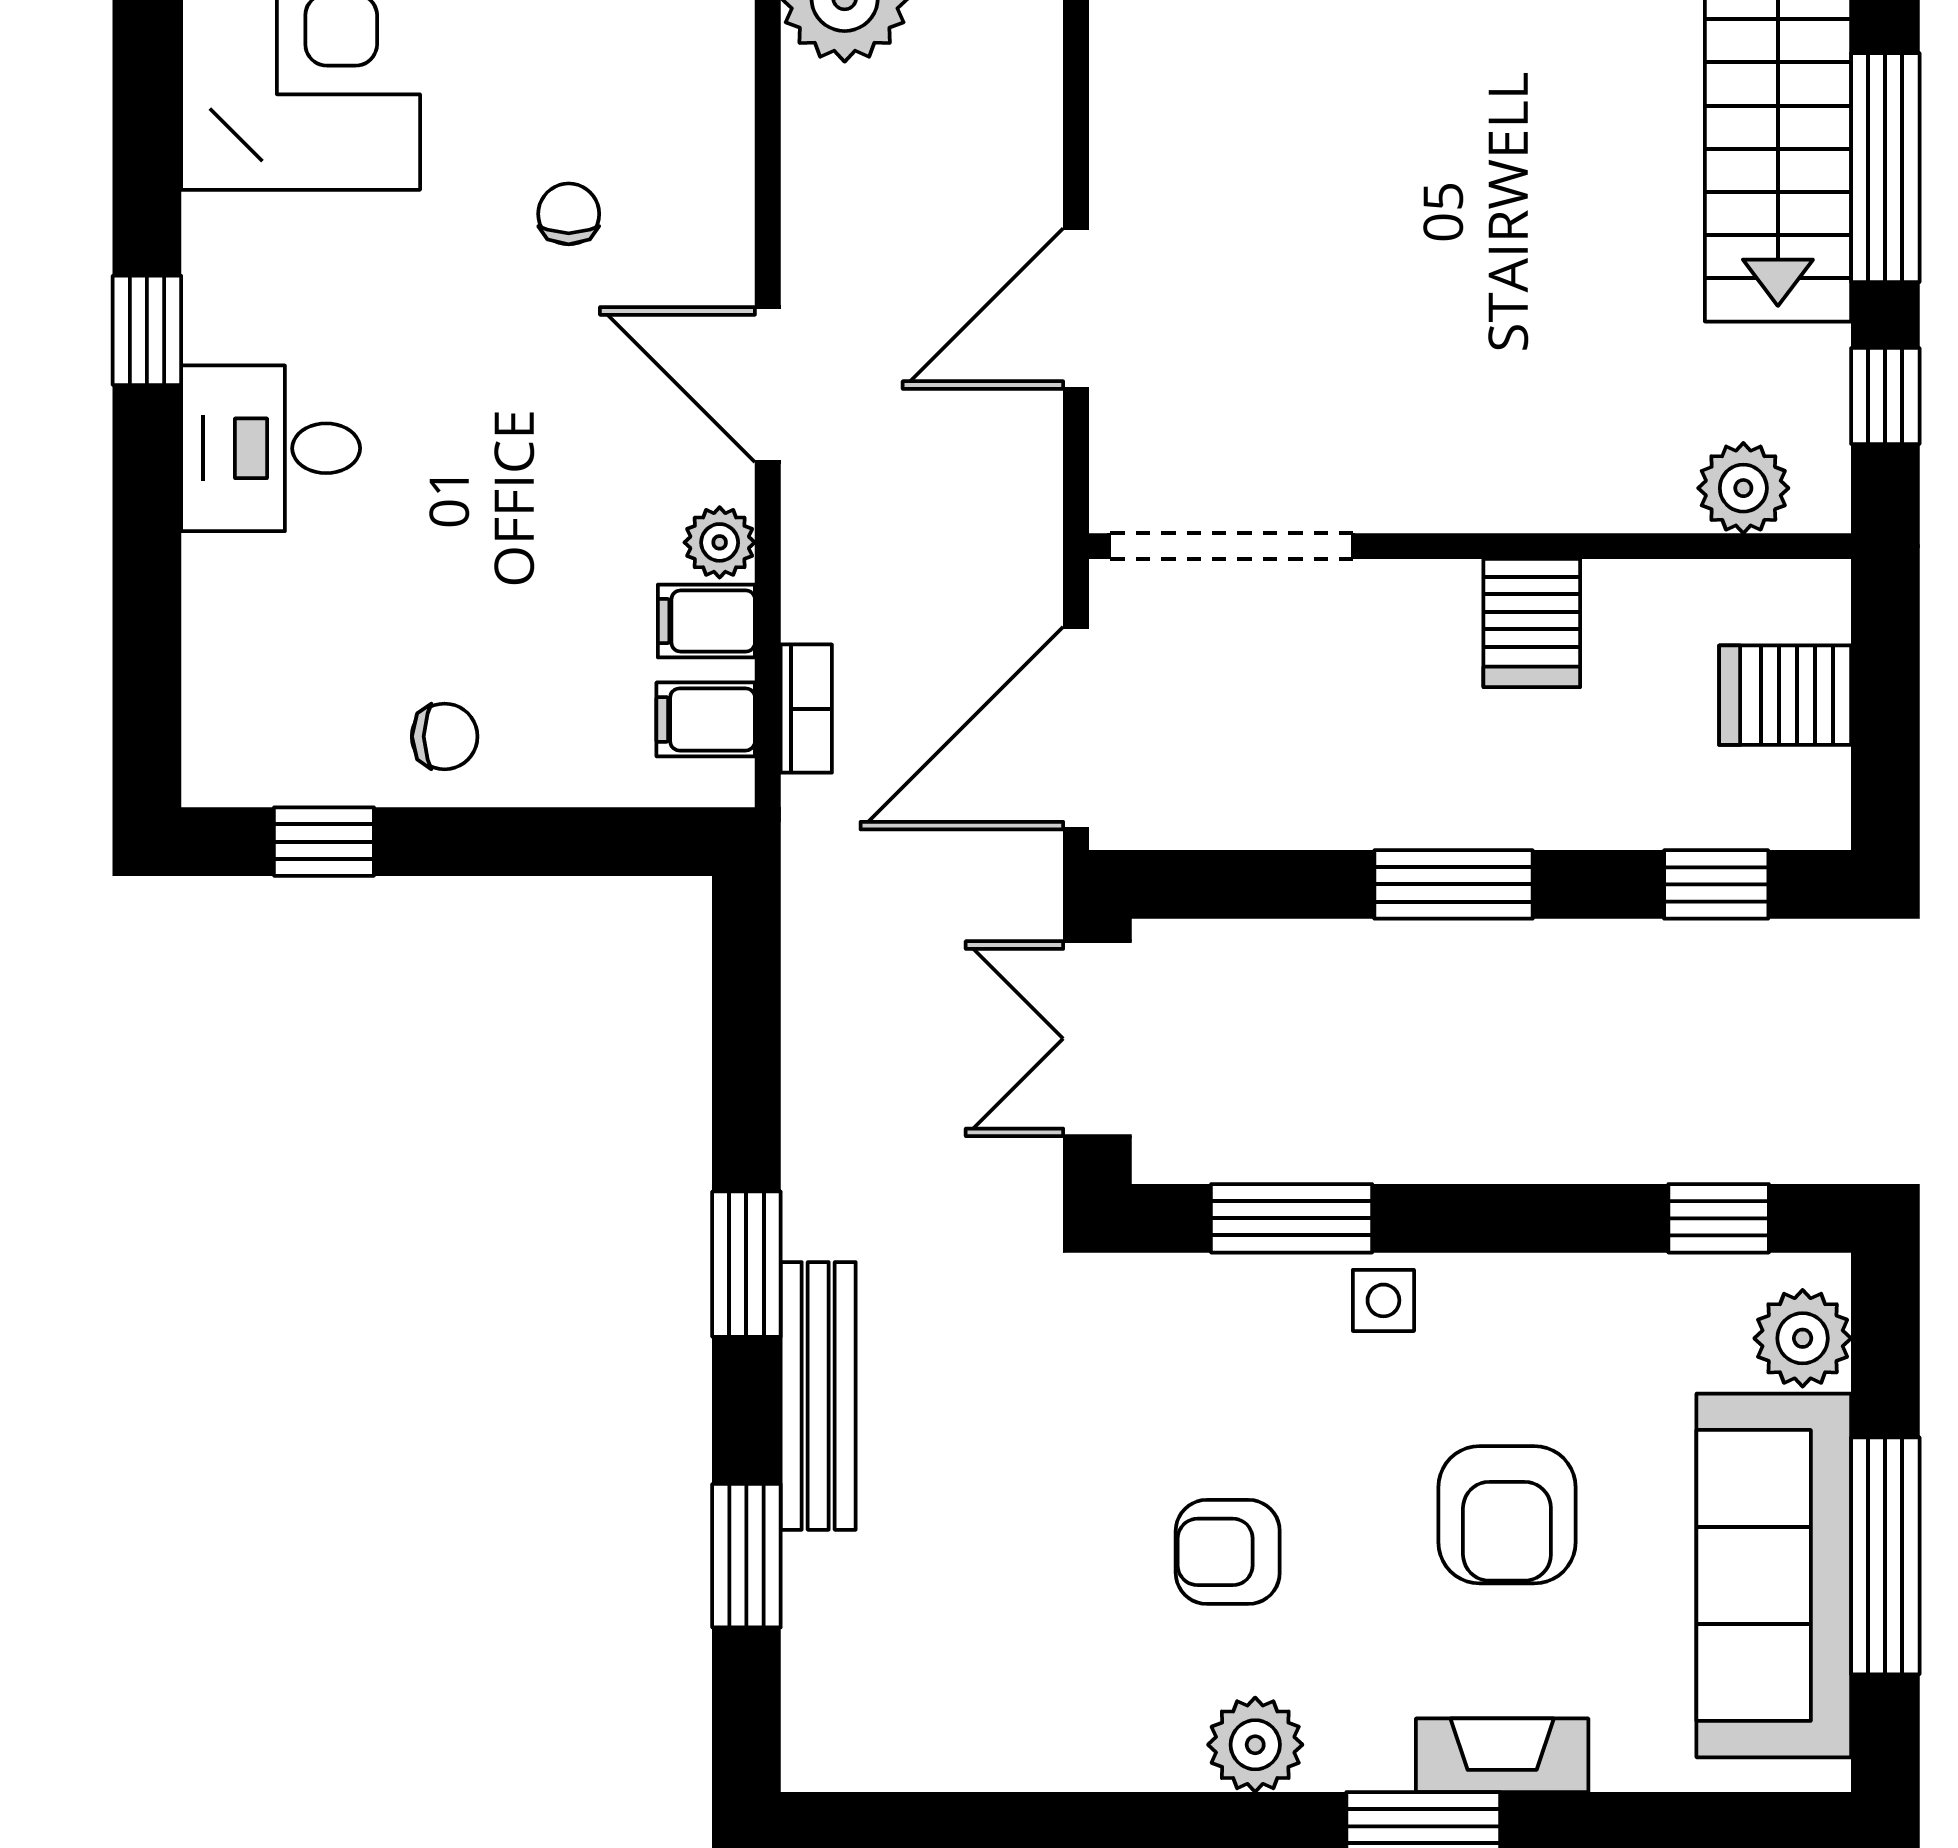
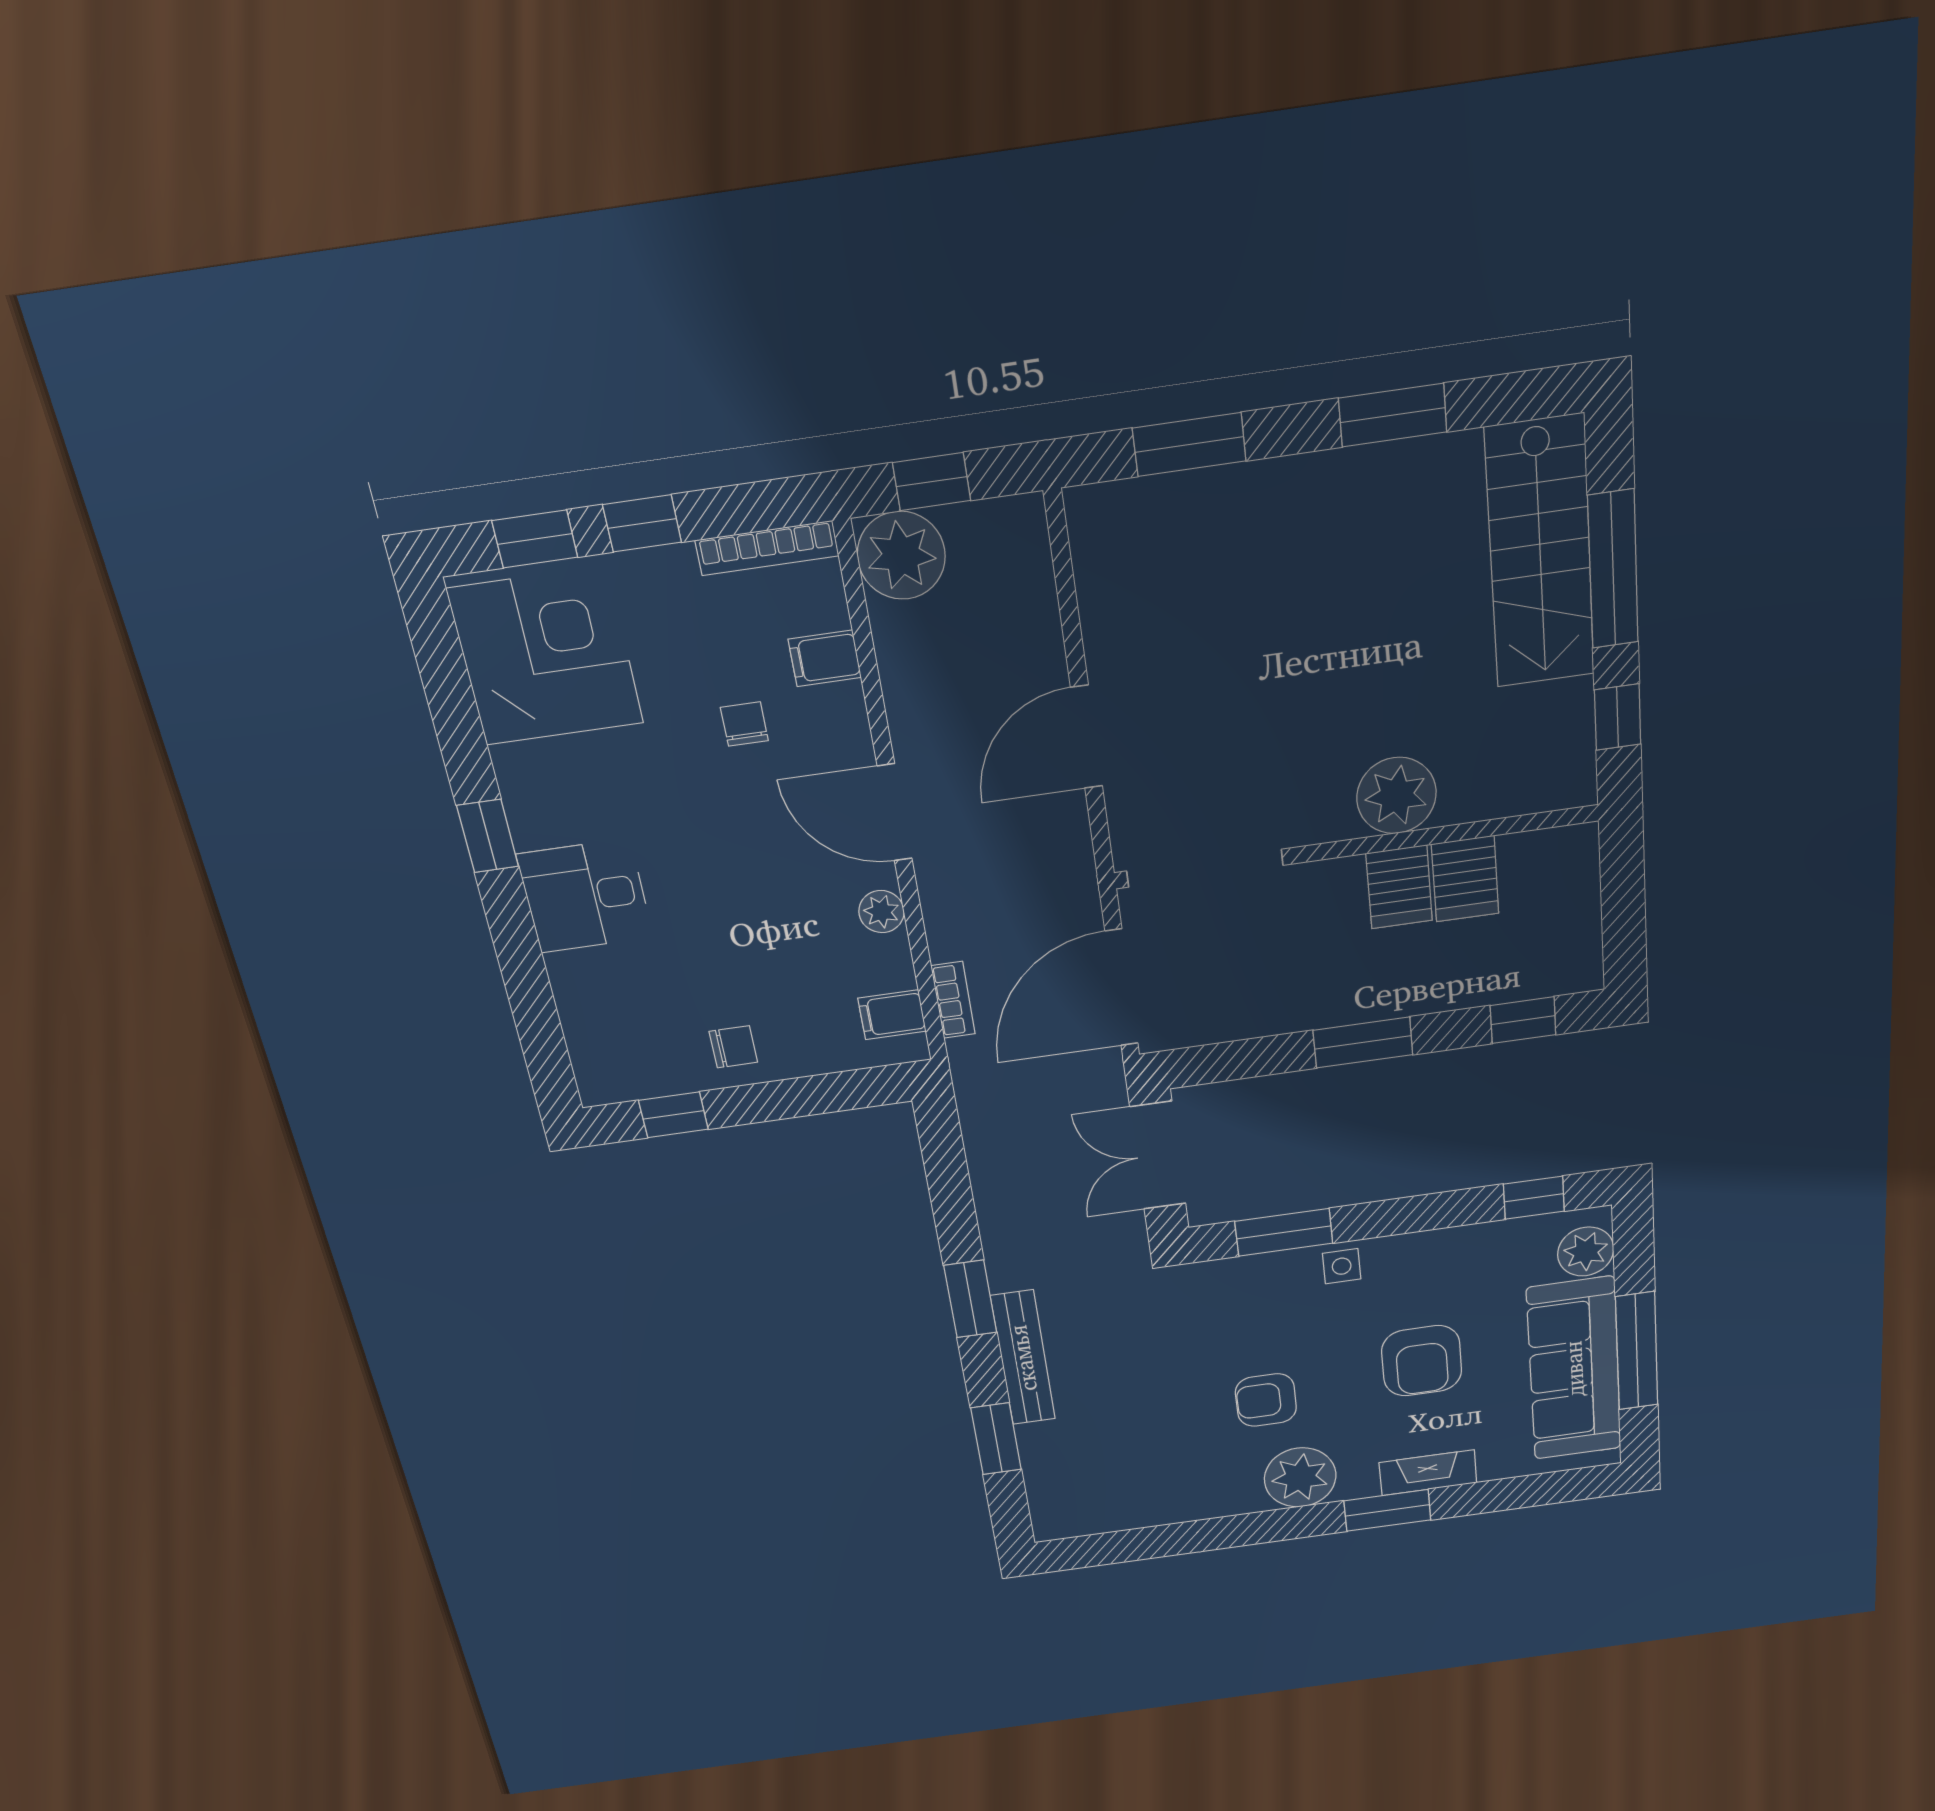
plant: (1743, 488) -> (1396, 796), moved, width x1.36, depth x1.36
filing cabinet: (706, 621) -> (825, 658), moved
server rack: (1785, 695) -> (1465, 879), moved, turned -90
plant: (1255, 1745) -> (1300, 1477), width x1.36, depth x1.36

